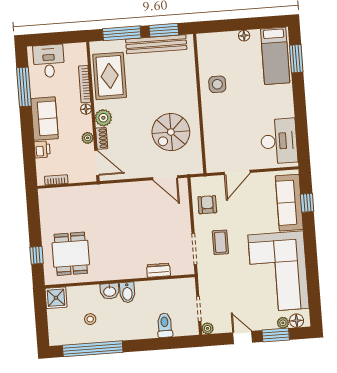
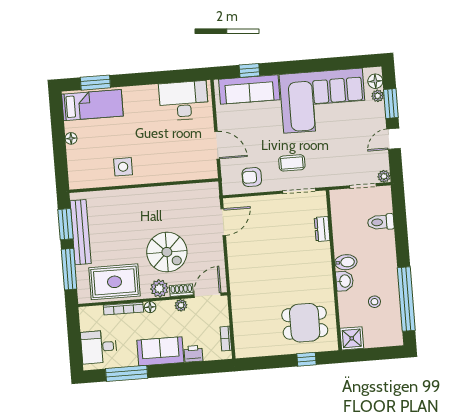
spiral stairs: (171, 132) -> (167, 252), moved

